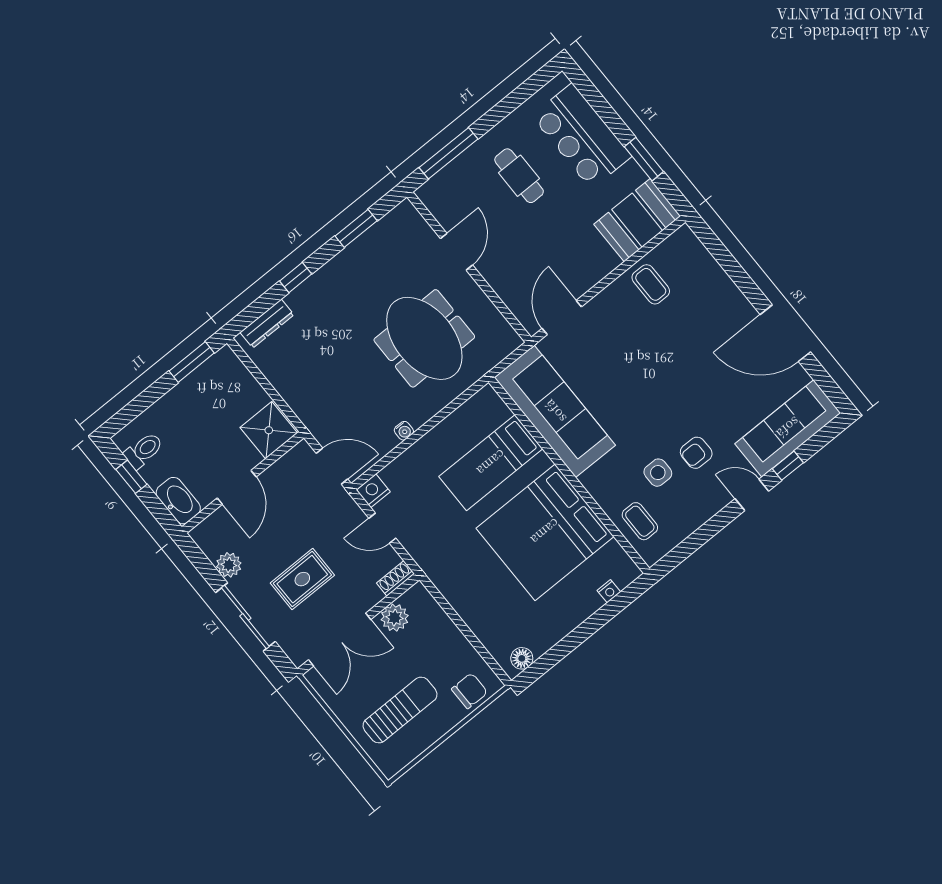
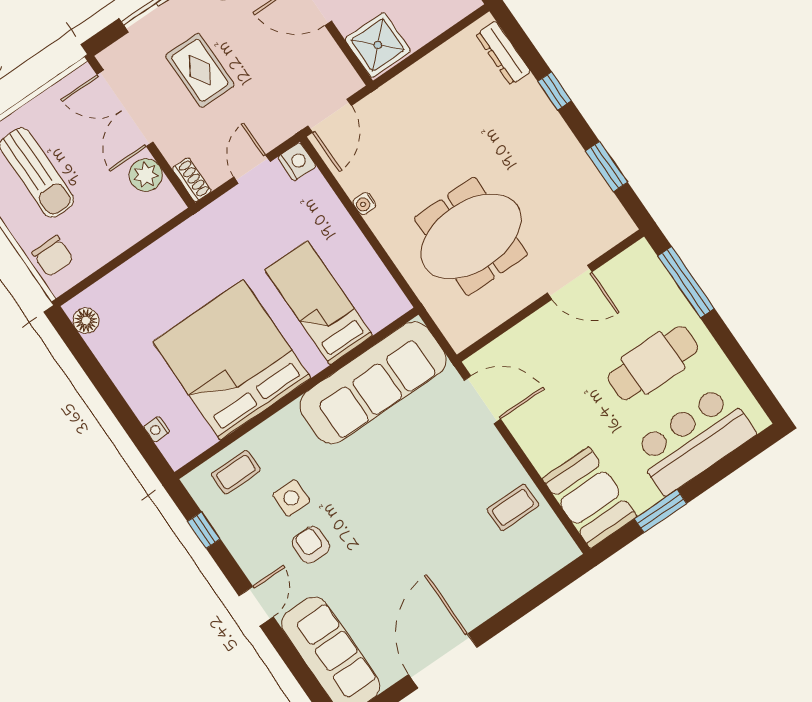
cafe table: (519, 176) -> (653, 363), width x1.37, depth x1.35
window: (788, 466) -> (204, 530), moved

